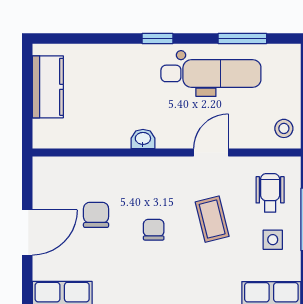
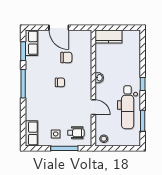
kitchen counter: (48, 87) -> (108, 37), moved
coffee table: (212, 219) -> (65, 108), removed

